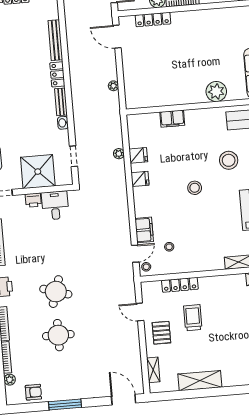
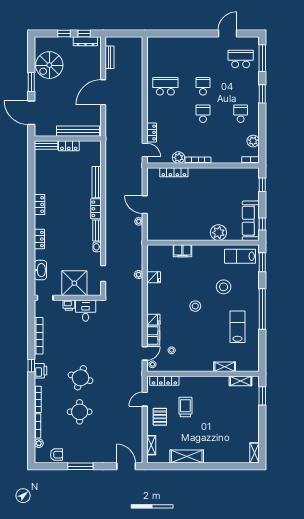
door: (117, 37) -> (145, 205), moved
fridge: (140, 179) -> (153, 320), moved
locker: (180, 285) -> (164, 381), moved
door: (140, 312) -> (145, 399), hinge flipped

